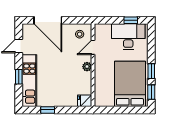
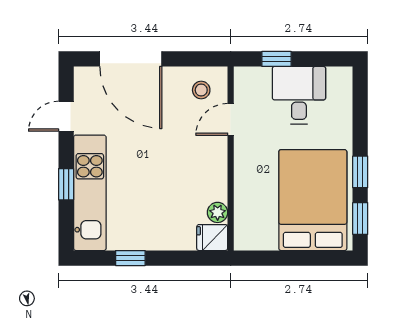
window: (131, 20) -> (277, 59), moved
desk: (128, 37) -> (299, 95), width x0.73
plant: (87, 67) -> (218, 212), moved

